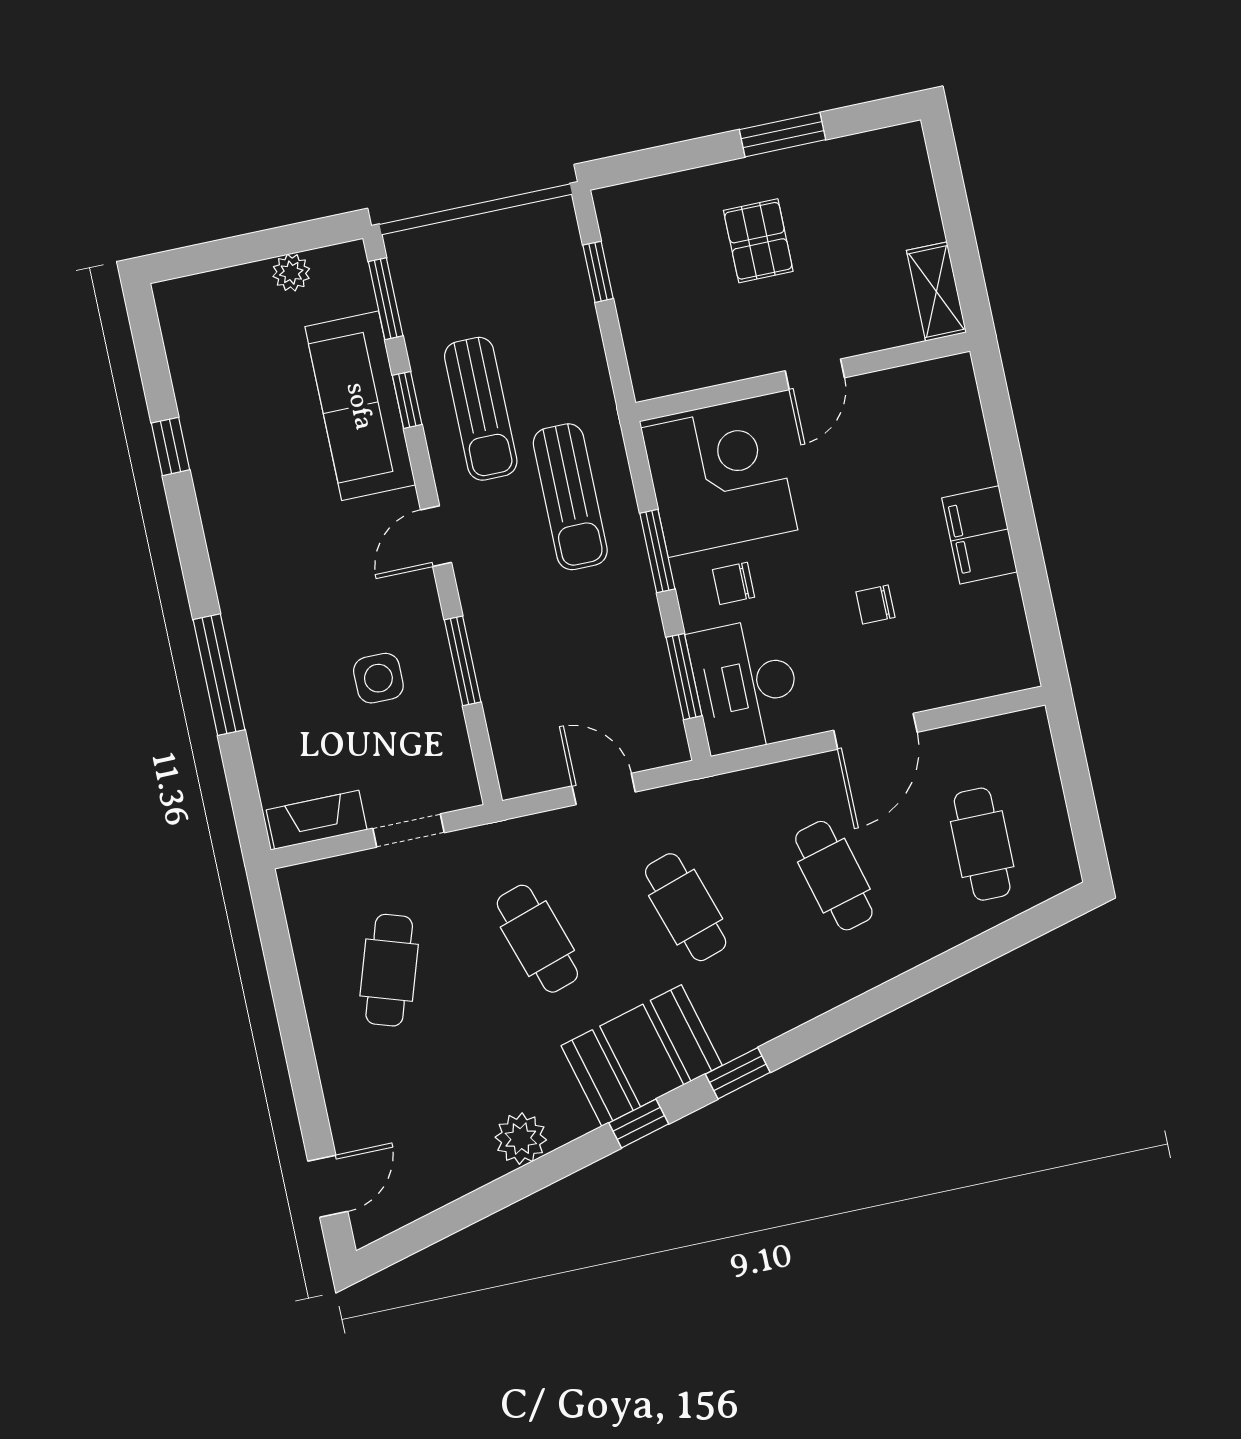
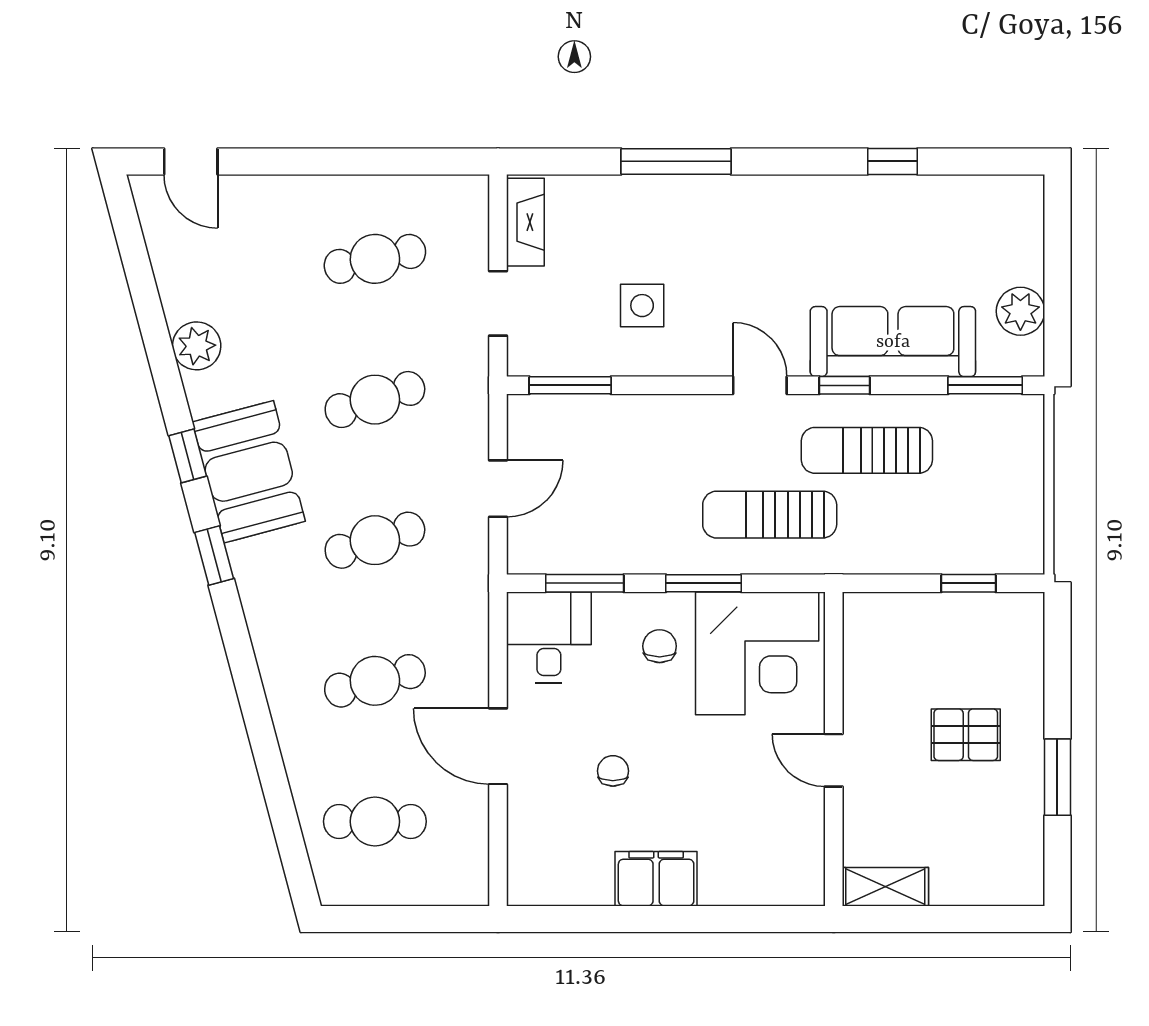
plant: (291, 273) -> (1020, 311), width x1.38, depth x1.38
window: (407, 400) -> (845, 385), moved
window: (463, 661) -> (570, 385), moved
desk: (746, 685) -> (549, 637), width x0.73
cafe table: (389, 970) -> (375, 259), turned -30

